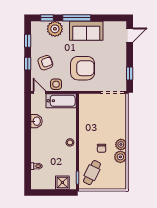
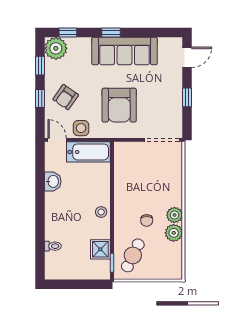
window: (77, 18) -> (111, 33), width x0.46
plant: (55, 29) -> (56, 48), moved
sofa: (86, 31) -> (125, 51), width x1.36
armchair: (45, 63) -> (66, 97), turned 145
armchair: (83, 68) -> (119, 105), turned 90
window: (130, 73) -> (187, 97), moved
shower: (62, 183) -> (100, 249), moved

